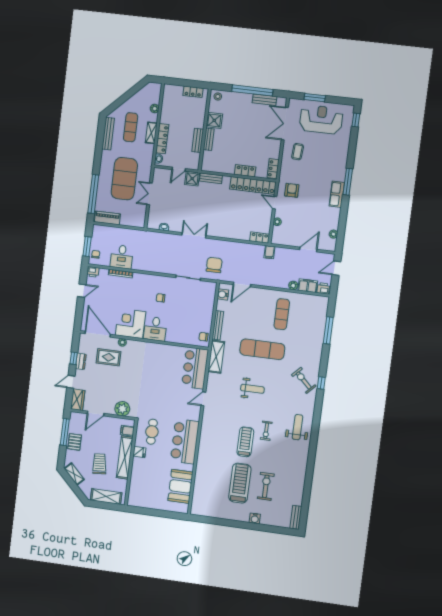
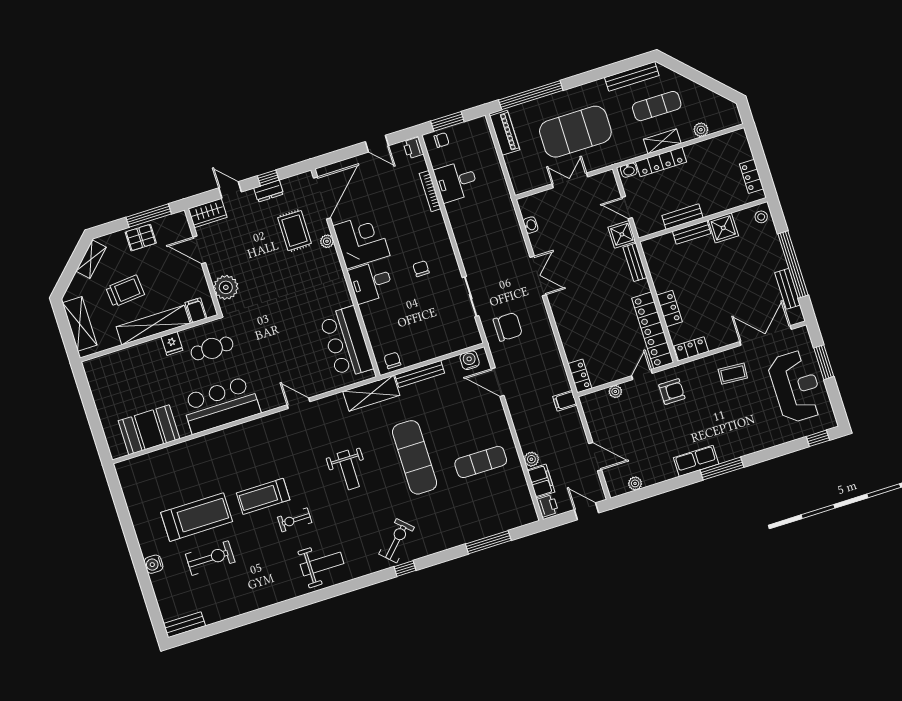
bar counter: (195, 368) -> (346, 342), moved, turned -90
treadmill: (245, 442) -> (263, 496), turned 180

